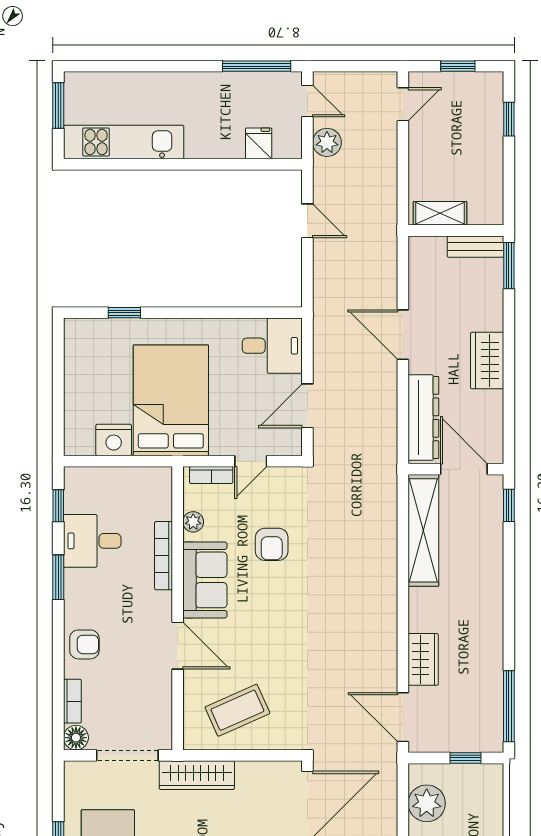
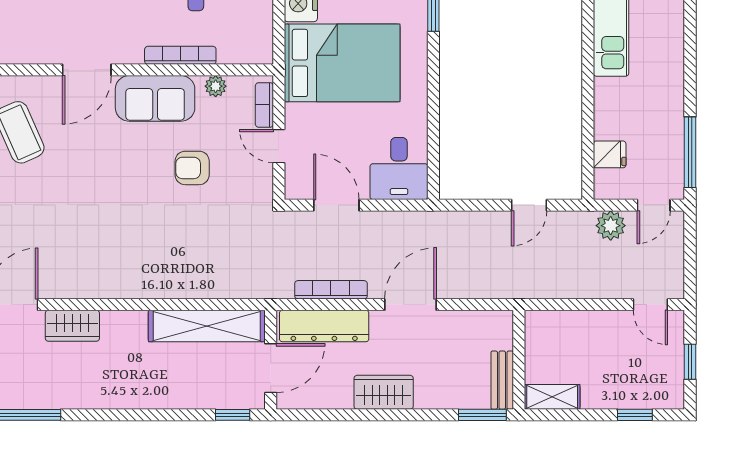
shelving: (440, 213) -> (552, 397), moved, turned 90
bookcase: (389, 411) -> (331, 290), added

